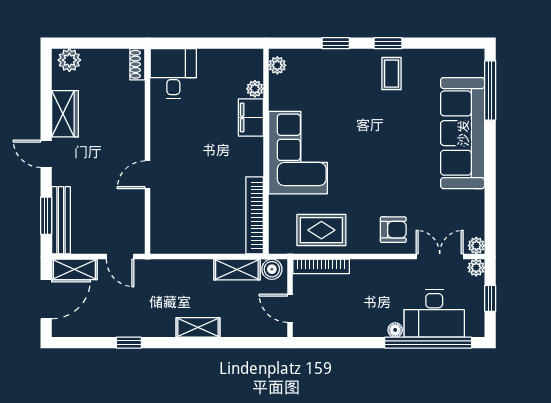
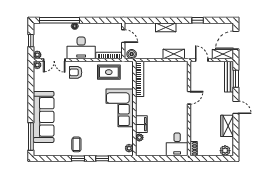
shelving: (237, 269) -> (174, 54), moved
desk: (434, 313) -> (81, 48), moved, turned 180

